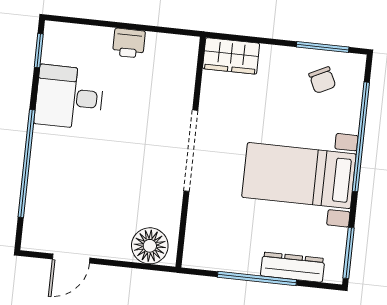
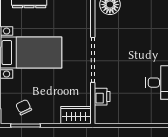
printer: (129, 43) -> (102, 97), moved, turned 90

